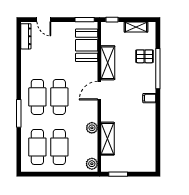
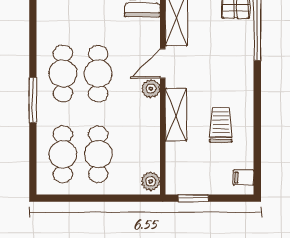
filing cabinet: (149, 98) -> (243, 177), moved
plant: (92, 128) -> (151, 89), moved
trolley: (135, 129) -> (221, 125), added
shelving: (108, 139) -> (176, 115), moved

